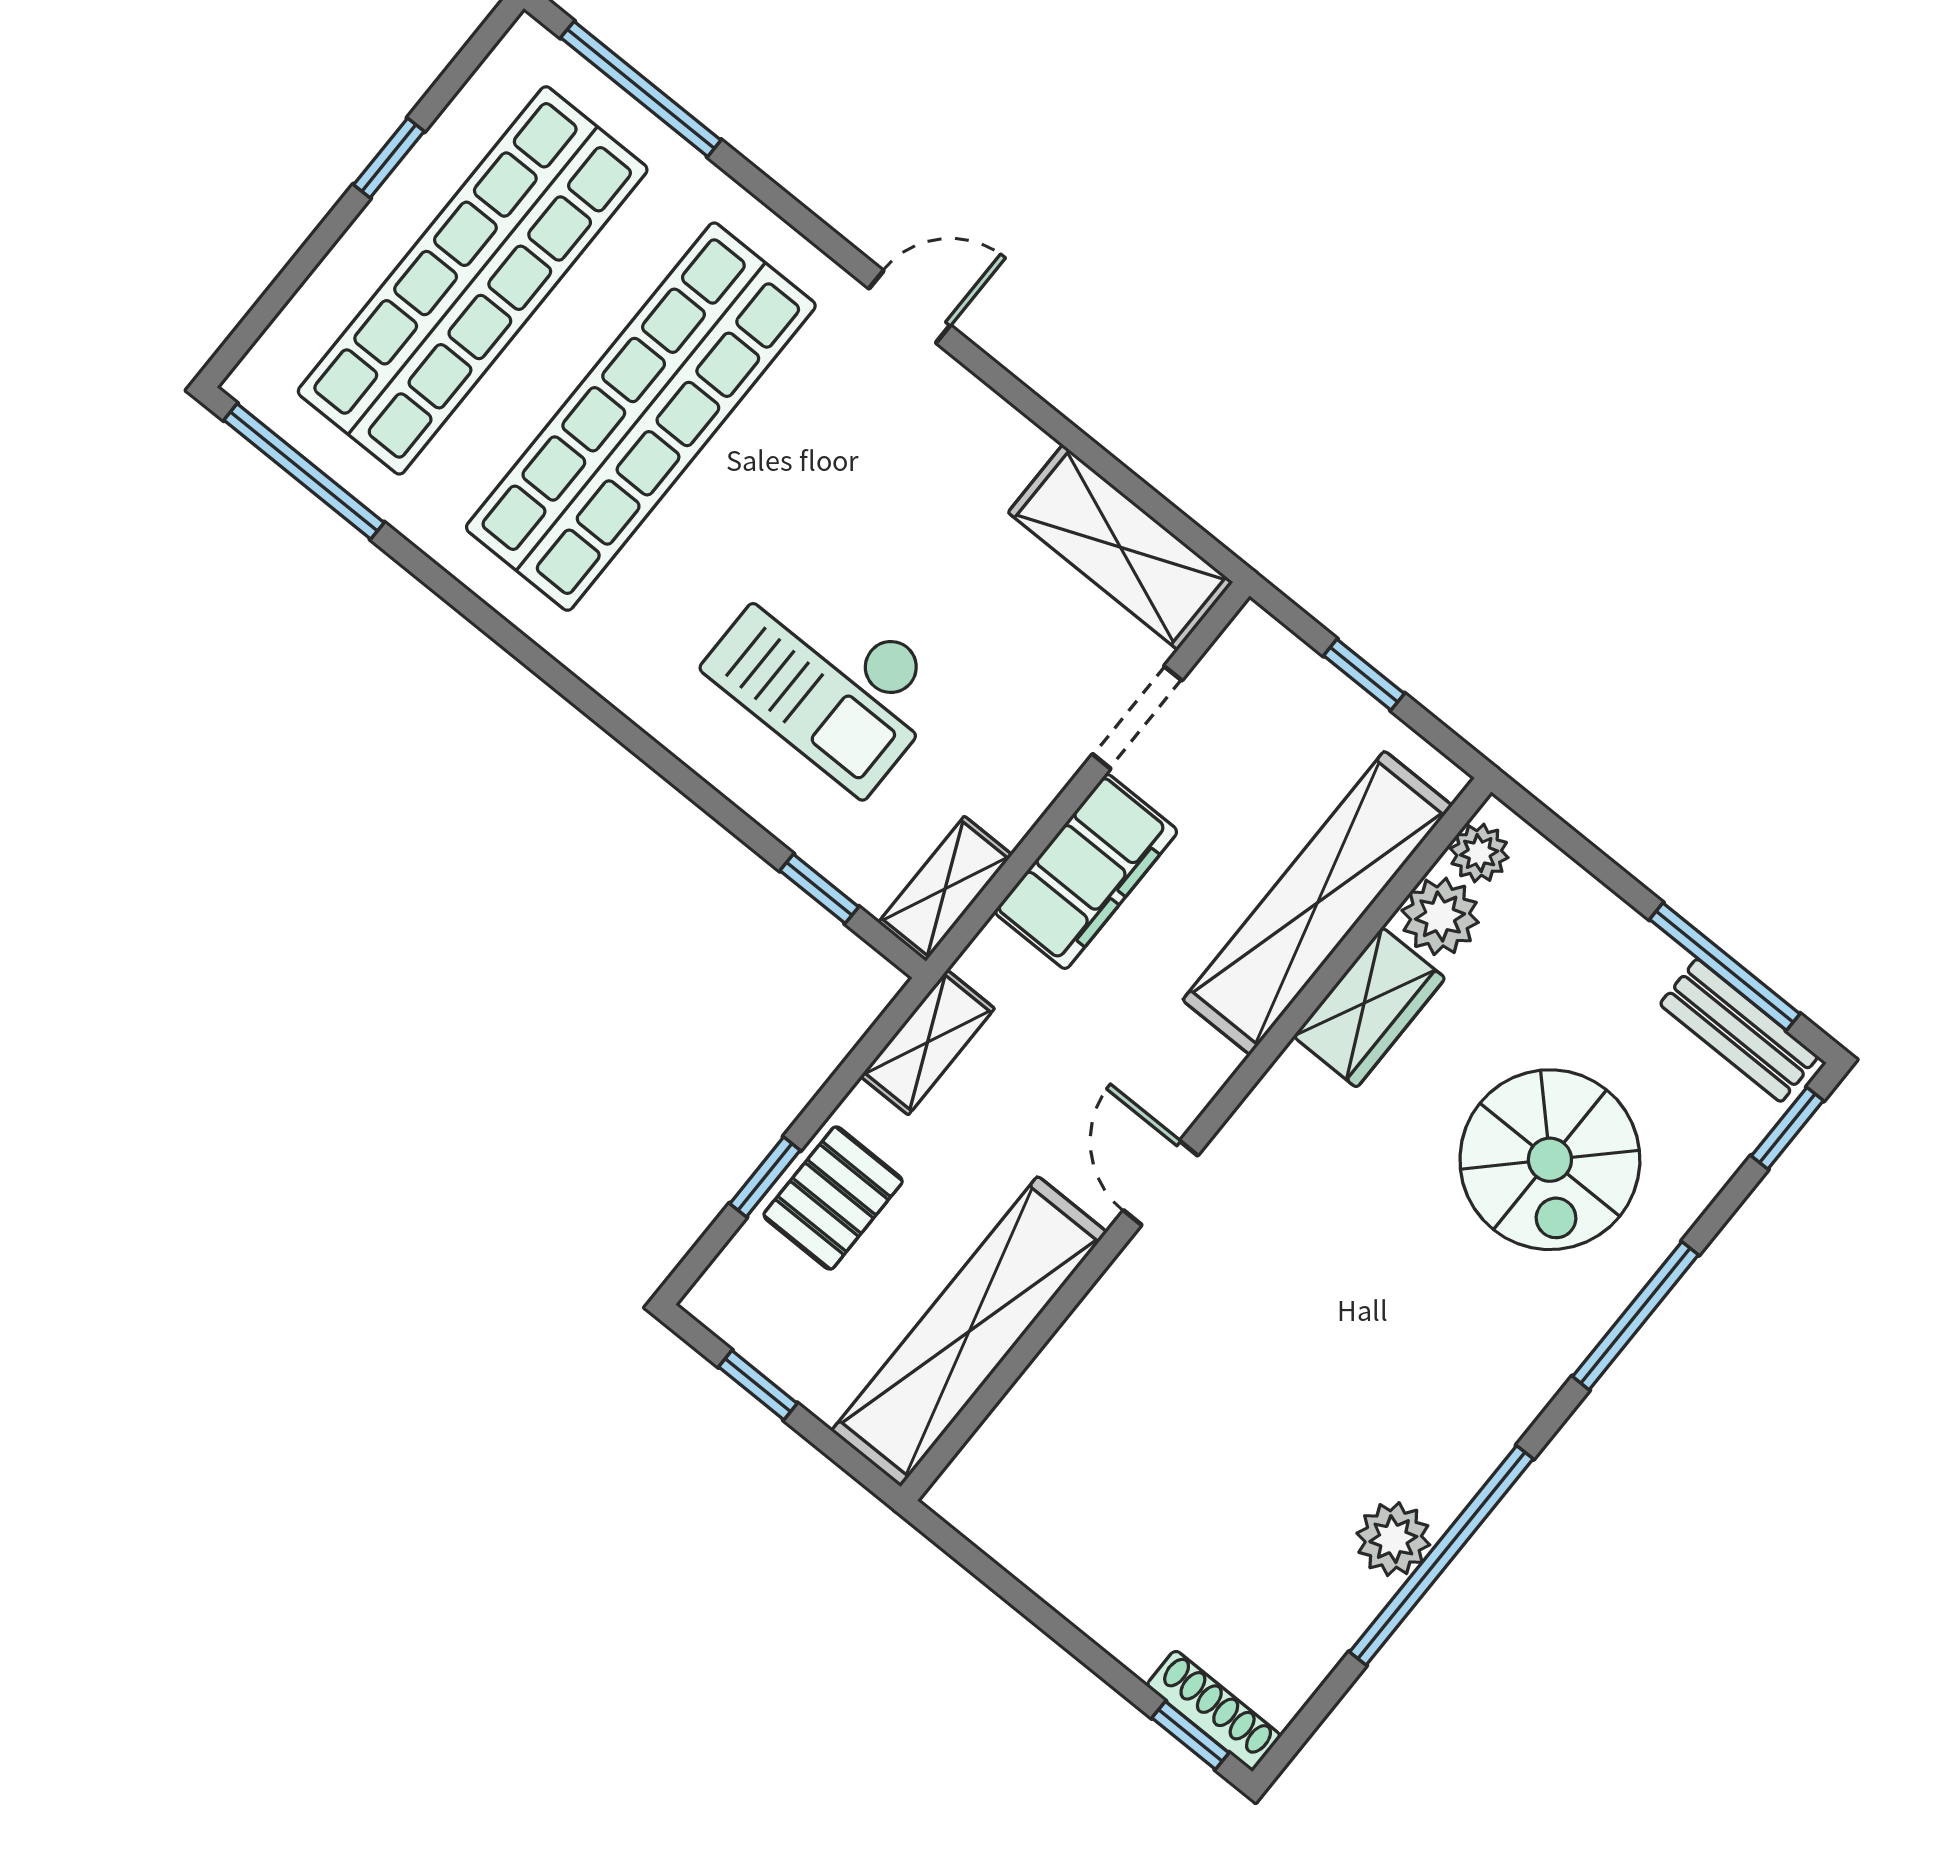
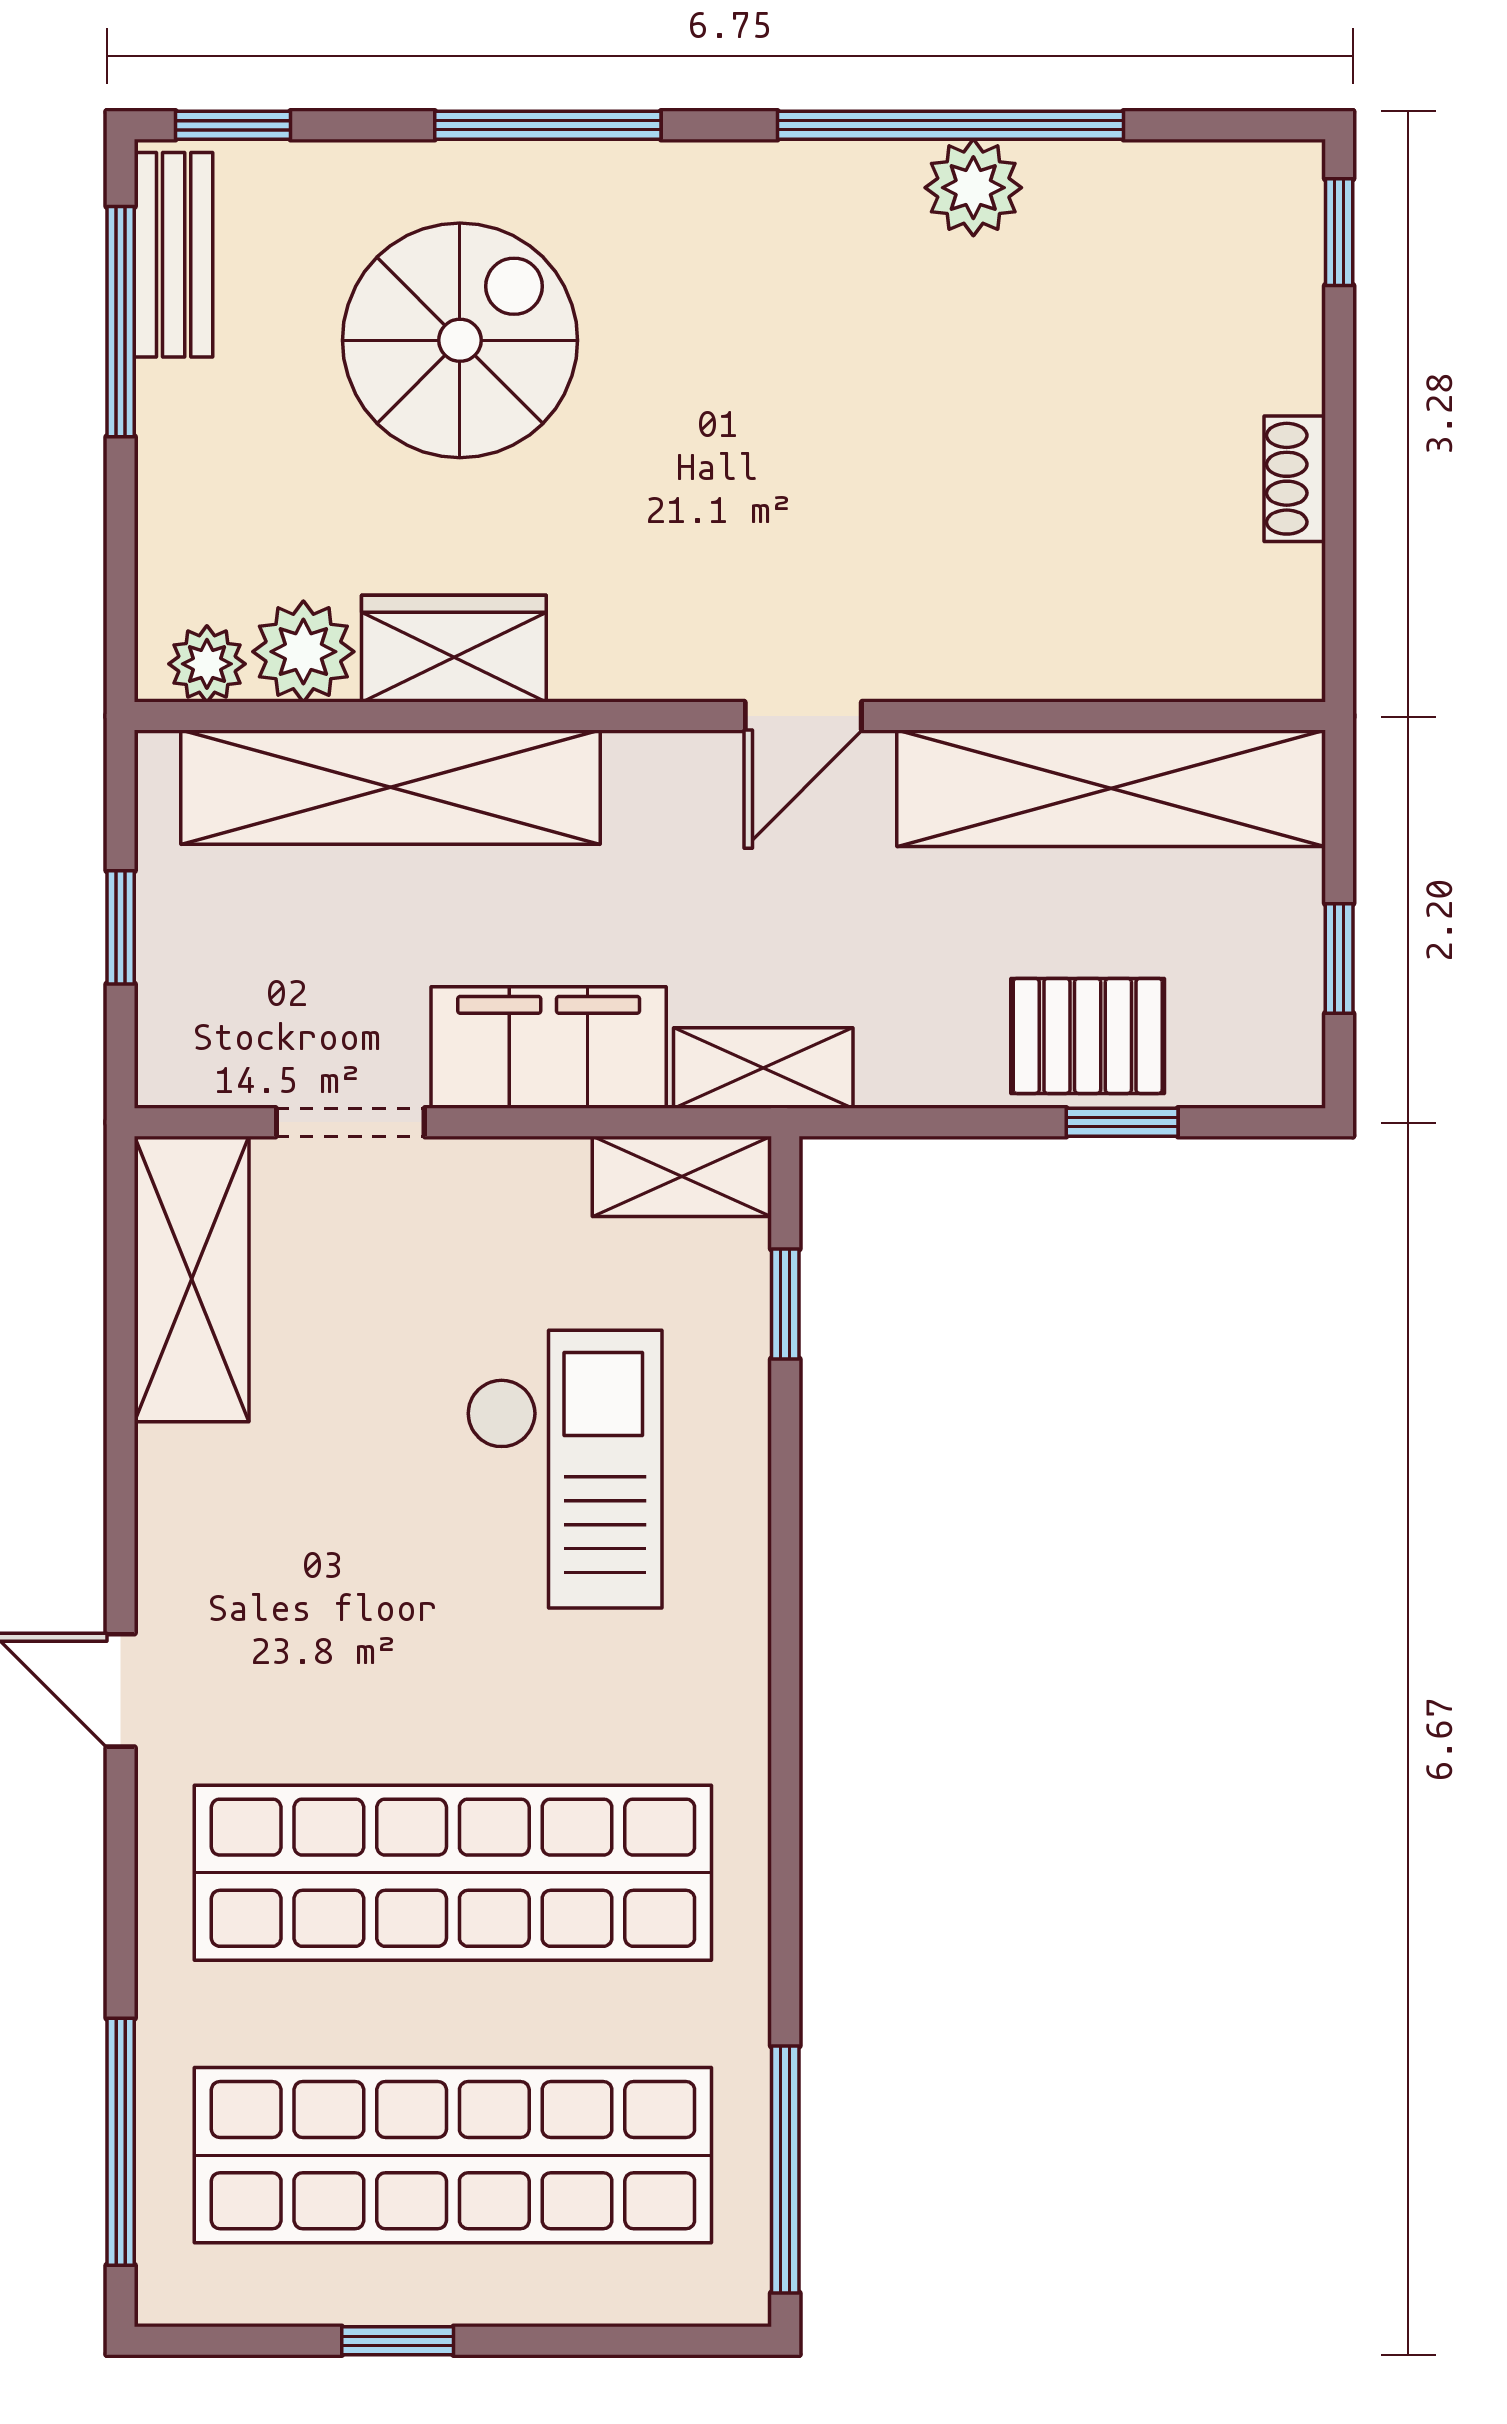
shelving: (927, 1042) -> (763, 1068), moved
shoe rack: (1214, 1710) -> (1295, 479), moved, width x0.70

